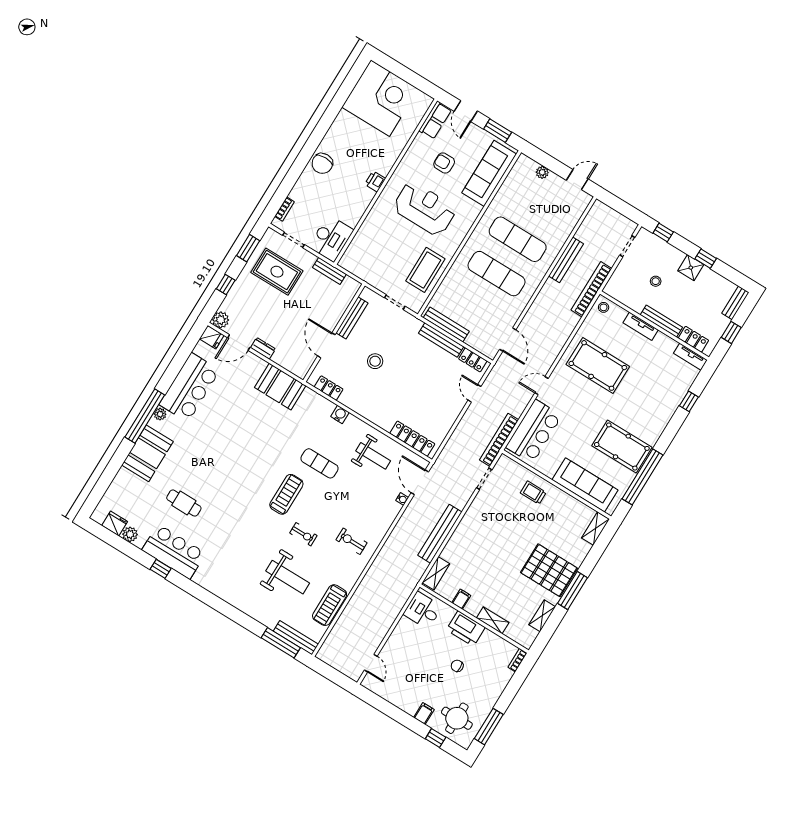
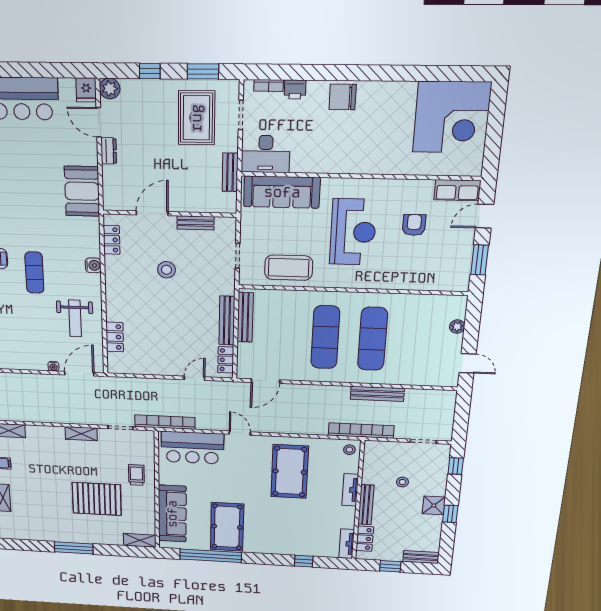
sofa: (489, 173) -> (282, 192), moved, turned 180
printer: (375, 181) -> (295, 89), moved, turned 180
bench: (352, 318) -> (195, 223), width x0.73
locker: (412, 439) -> (115, 337), width x0.66
bench: (440, 534) -> (45, 416), removed
pallet: (549, 570) -> (97, 499), moved, turned 90
shelving: (542, 616) -> (81, 434), moved

